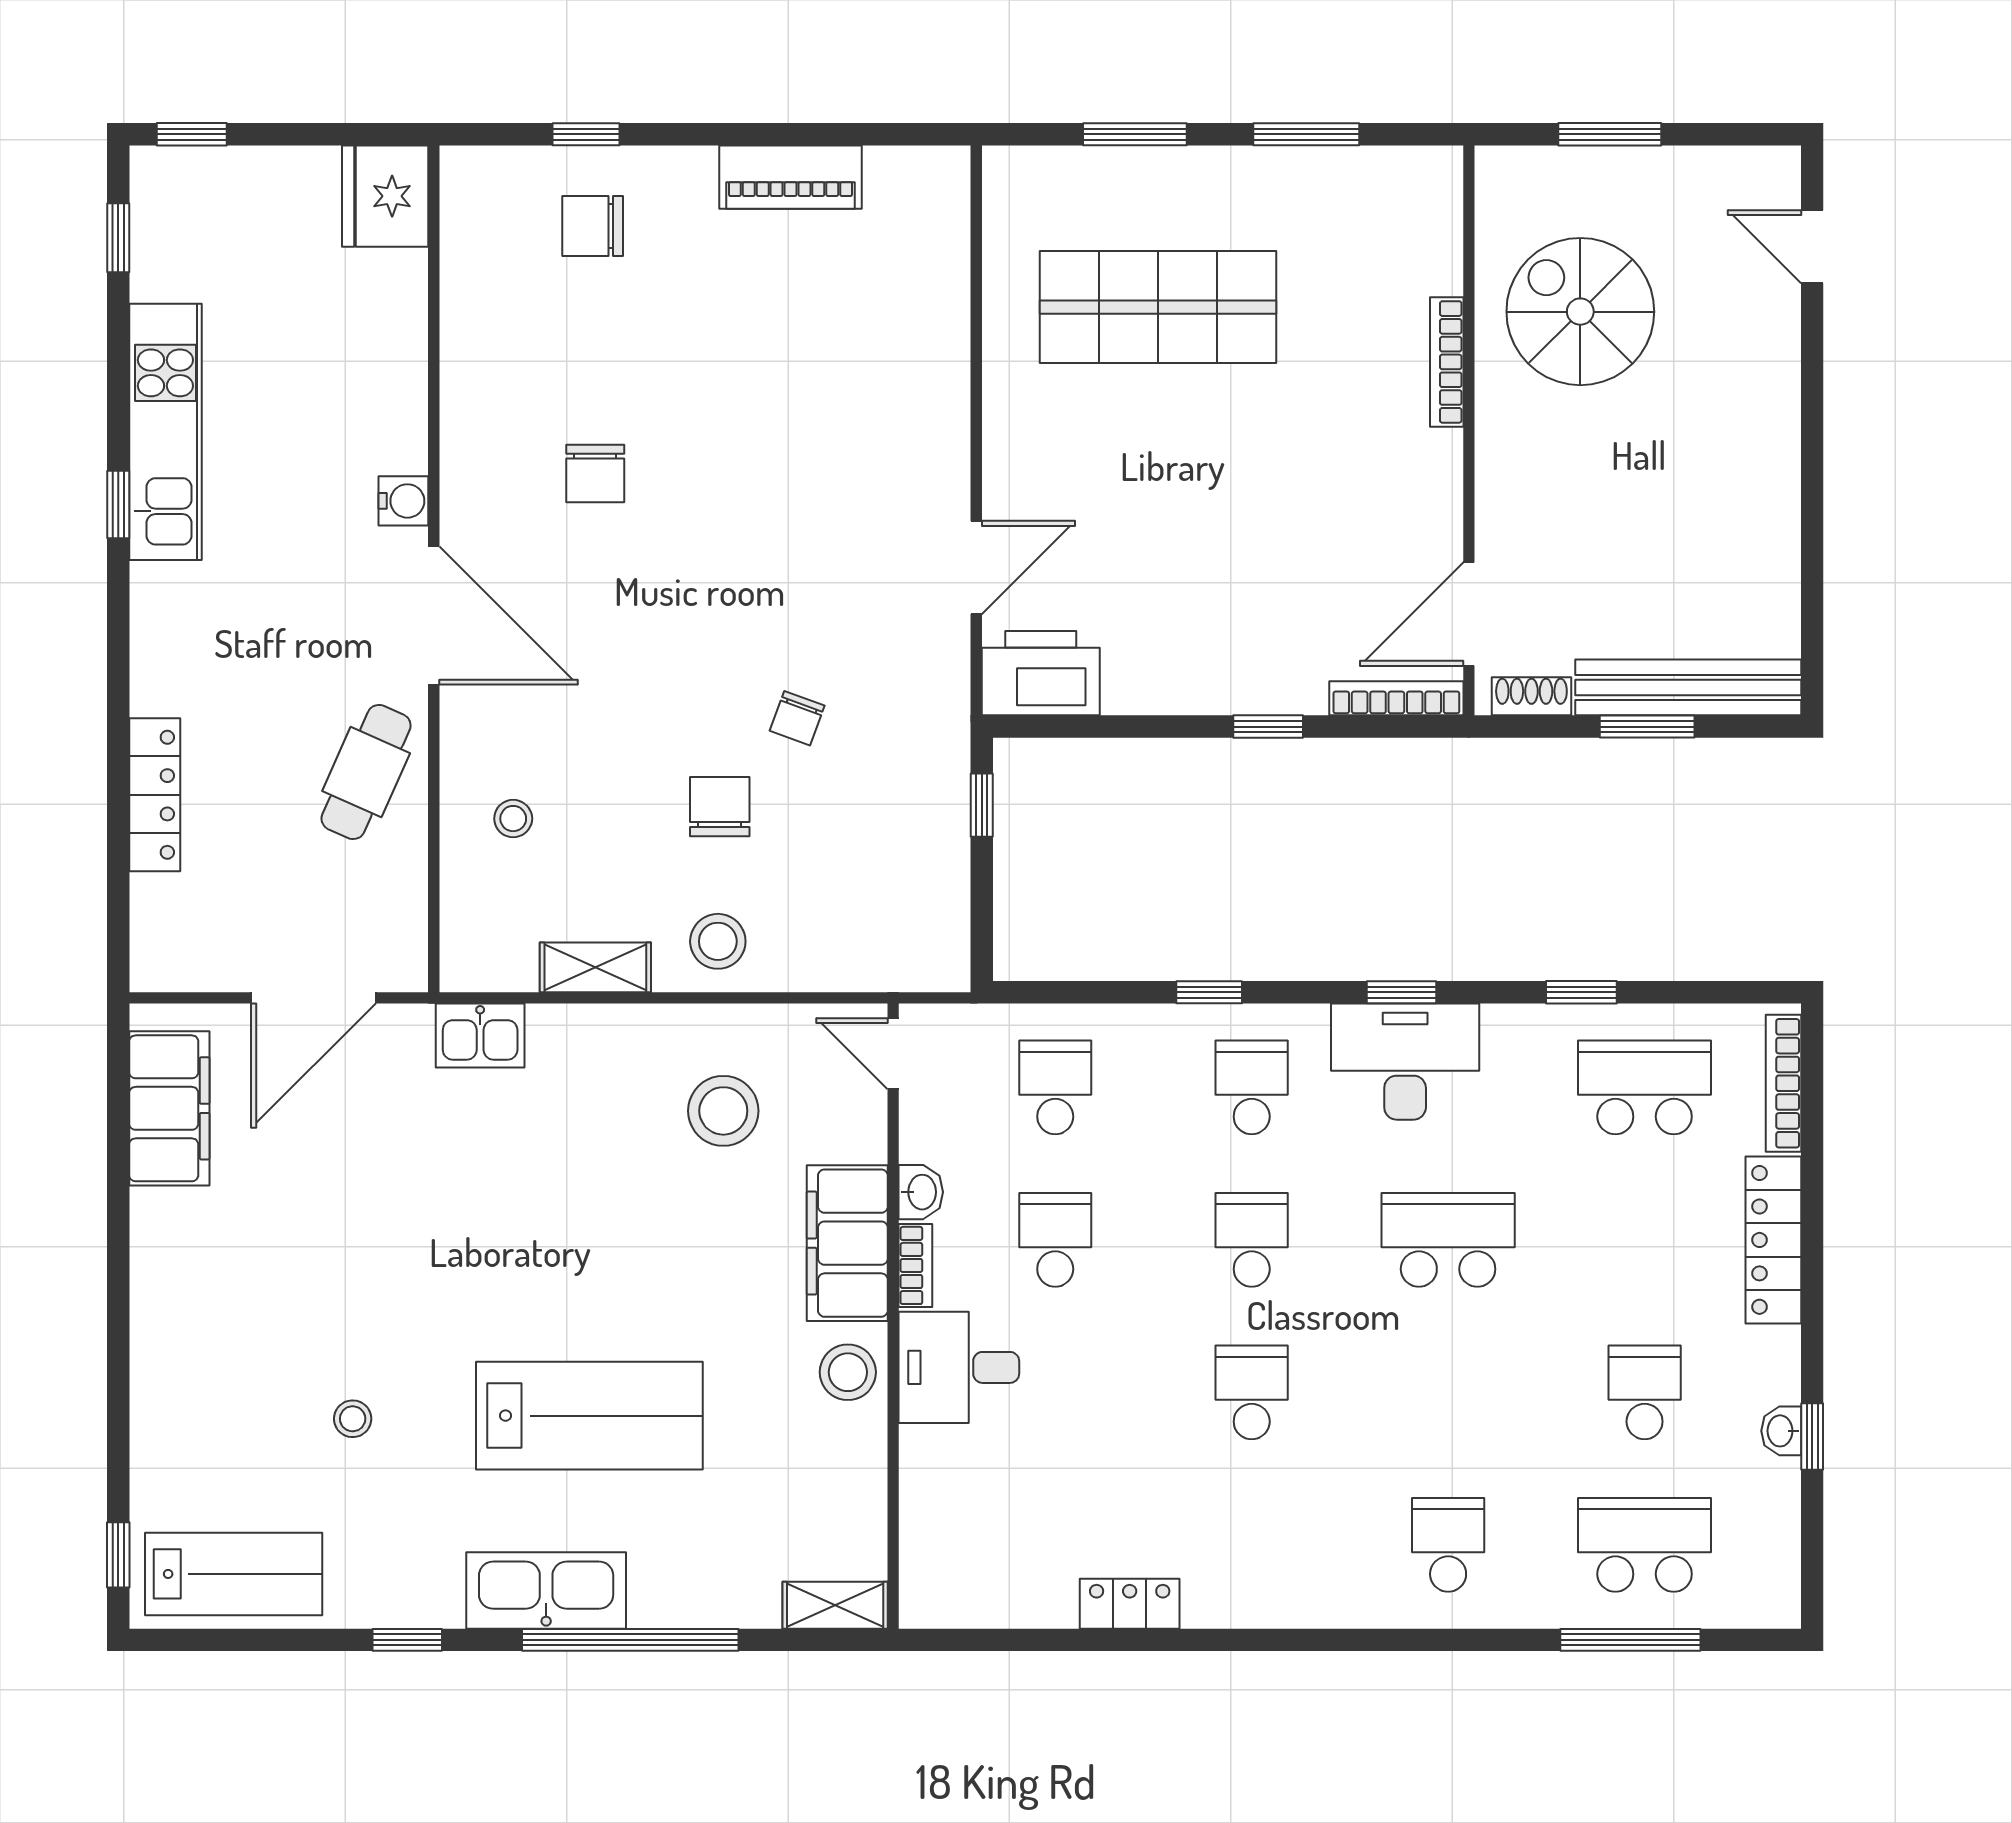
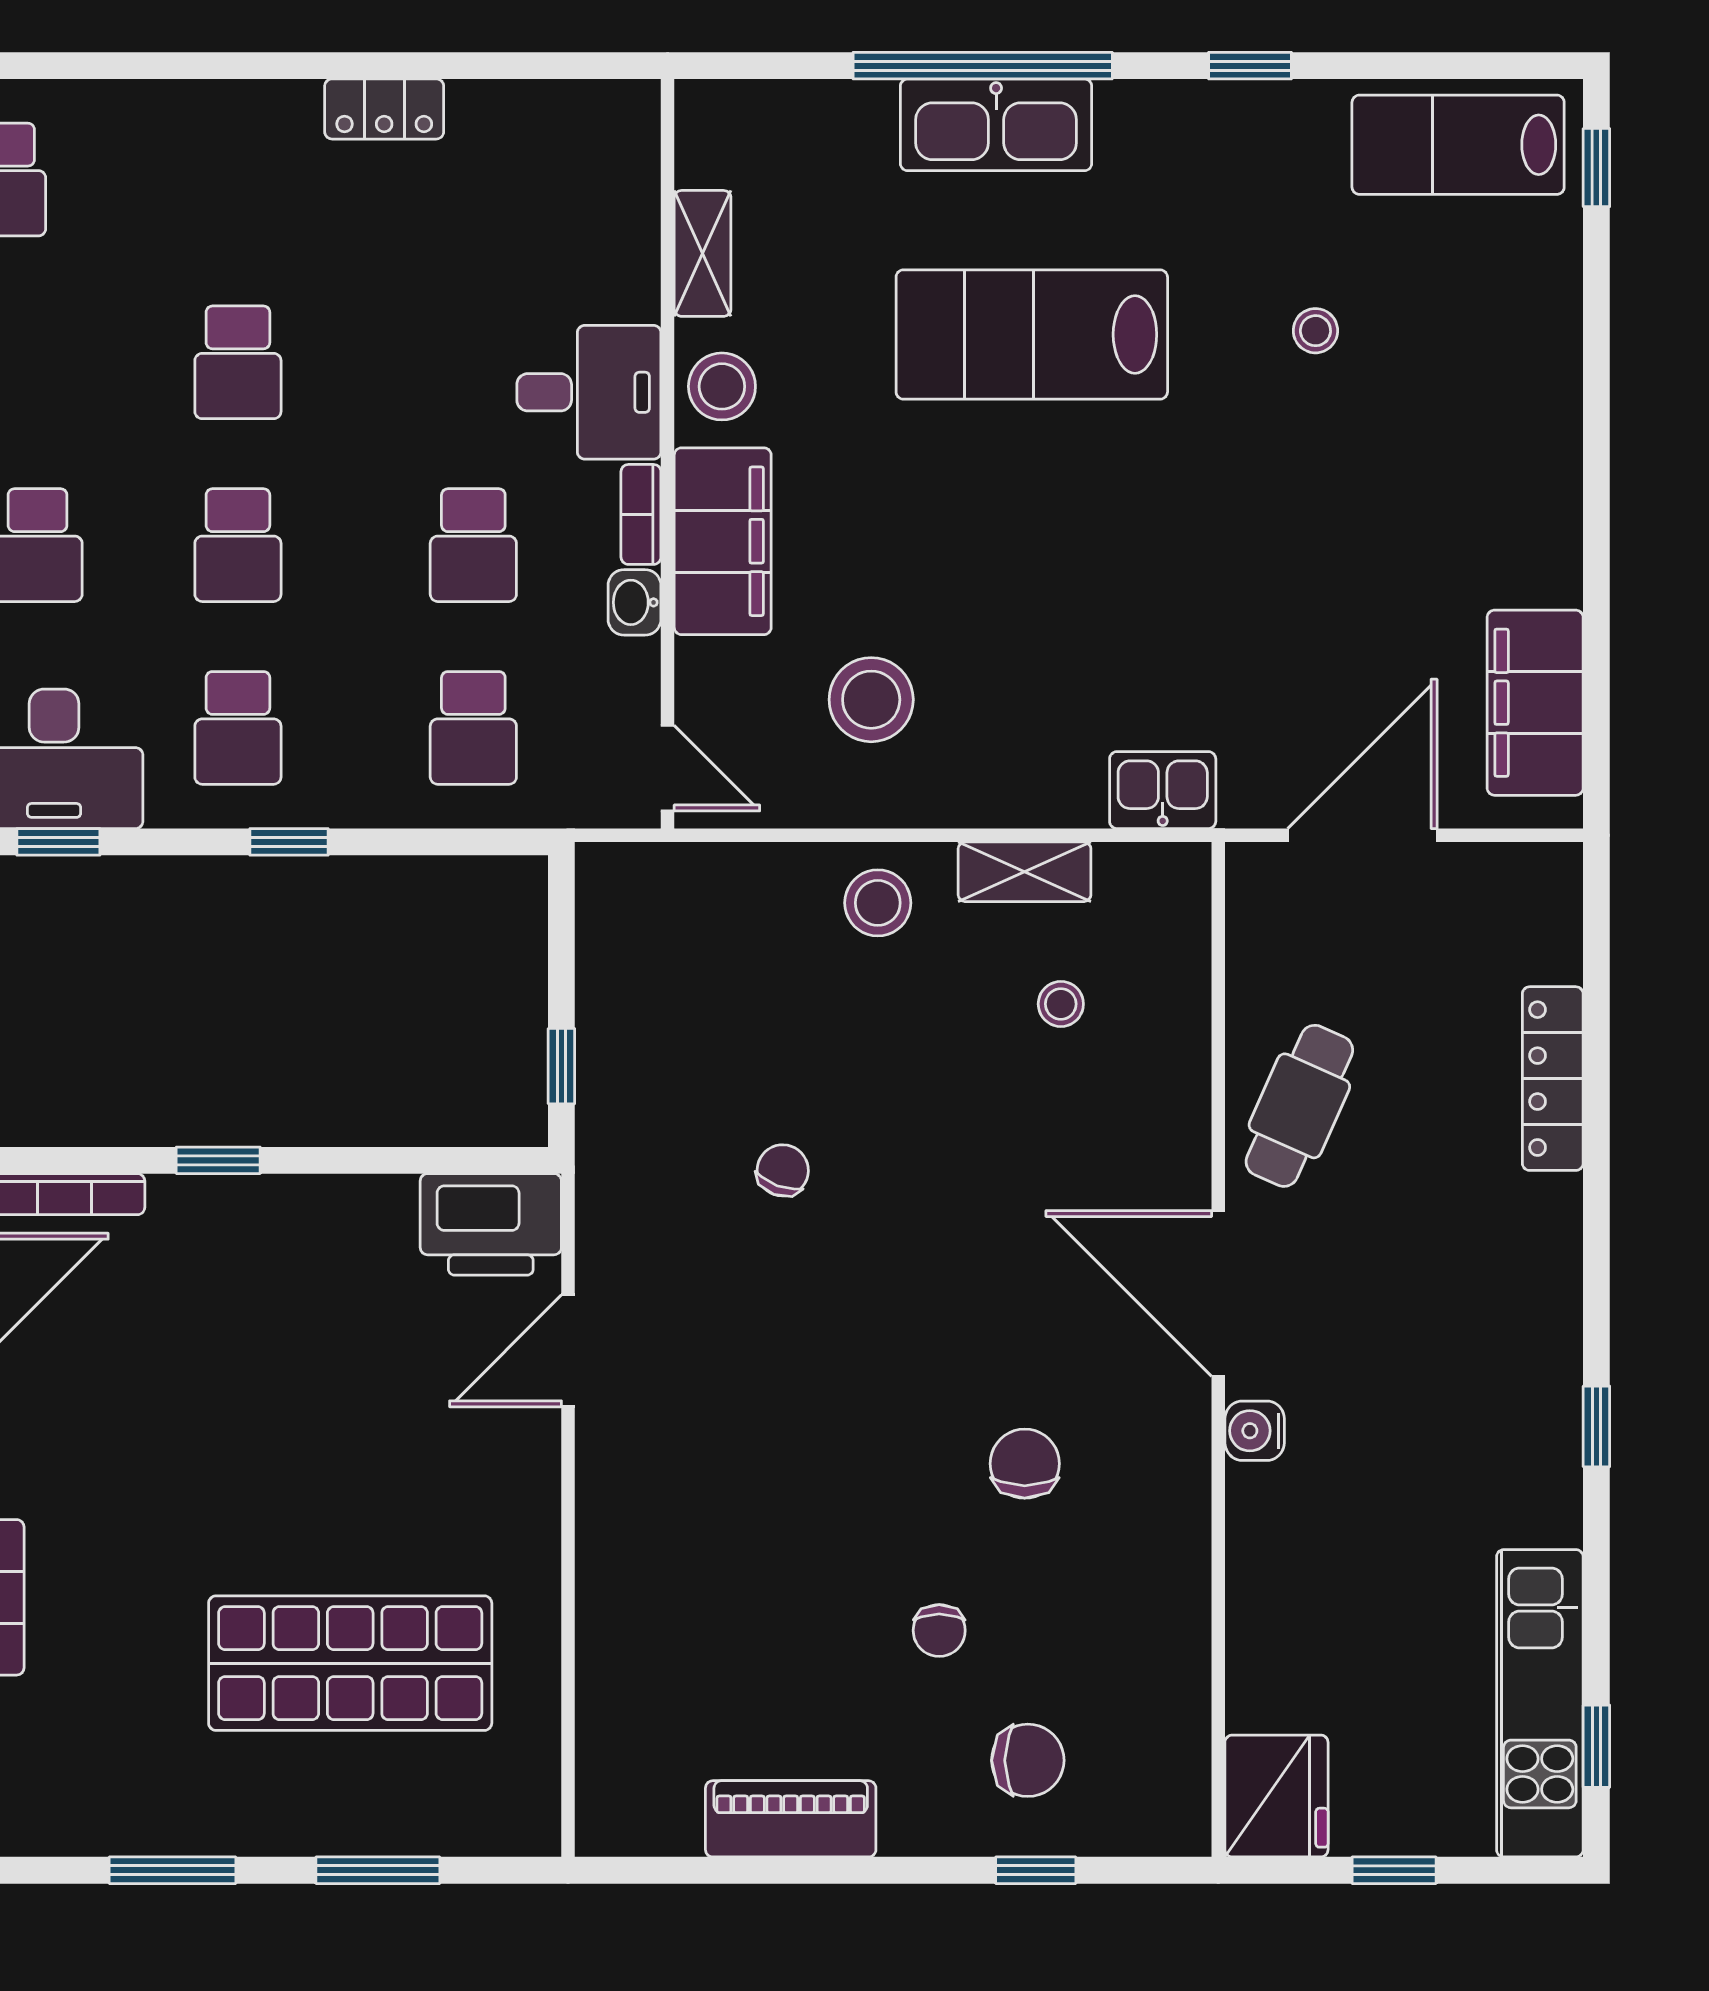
window: (192, 134) -> (1394, 1870), moved
kitchen unit: (165, 432) -> (1540, 1703), moved
chair: (720, 807) -> (939, 1630), moved, width x0.73, depth x0.73
stool: (513, 819) -> (1061, 1004), moved
kitchen sink: (546, 1591) -> (996, 125), moved
shelving: (835, 1605) -> (703, 253), moved, turned 90

